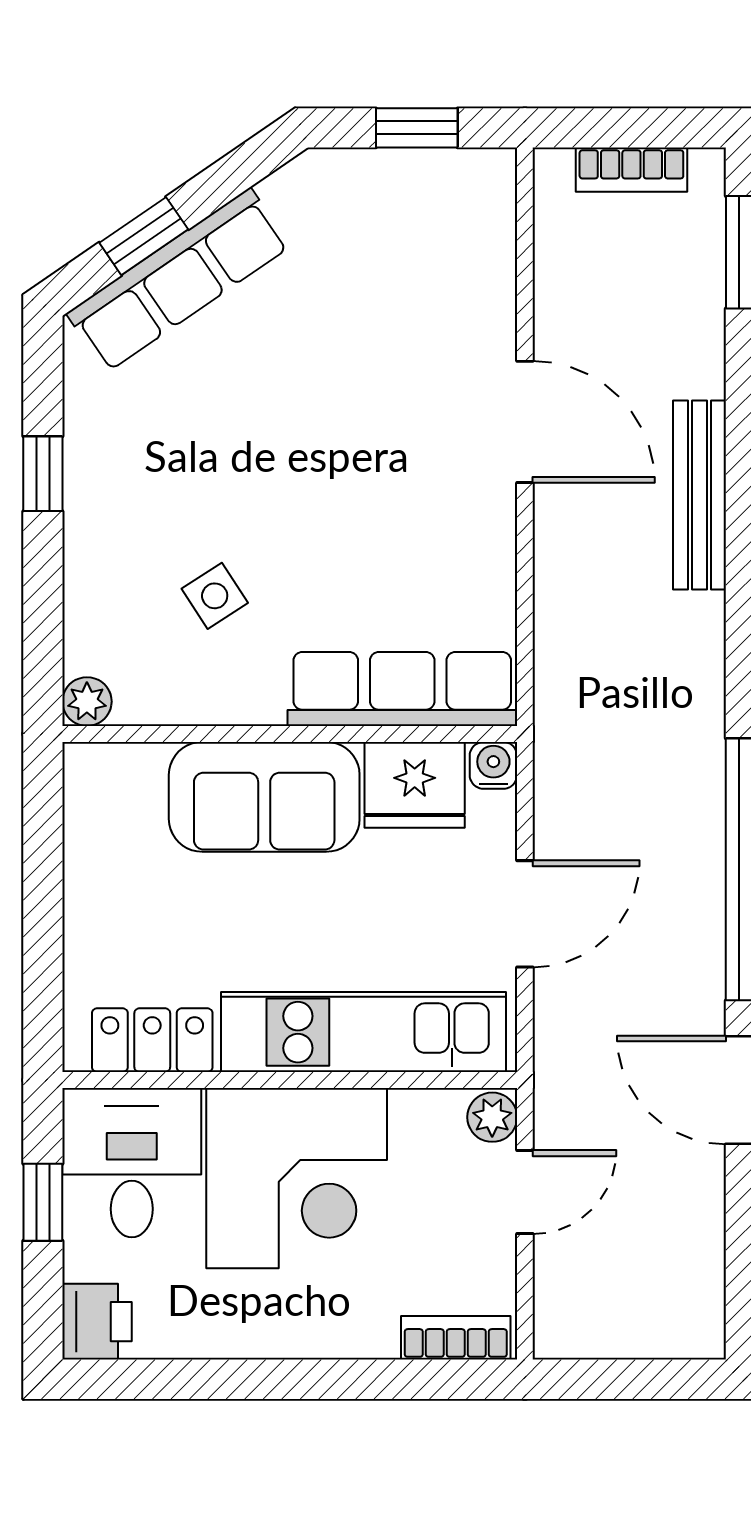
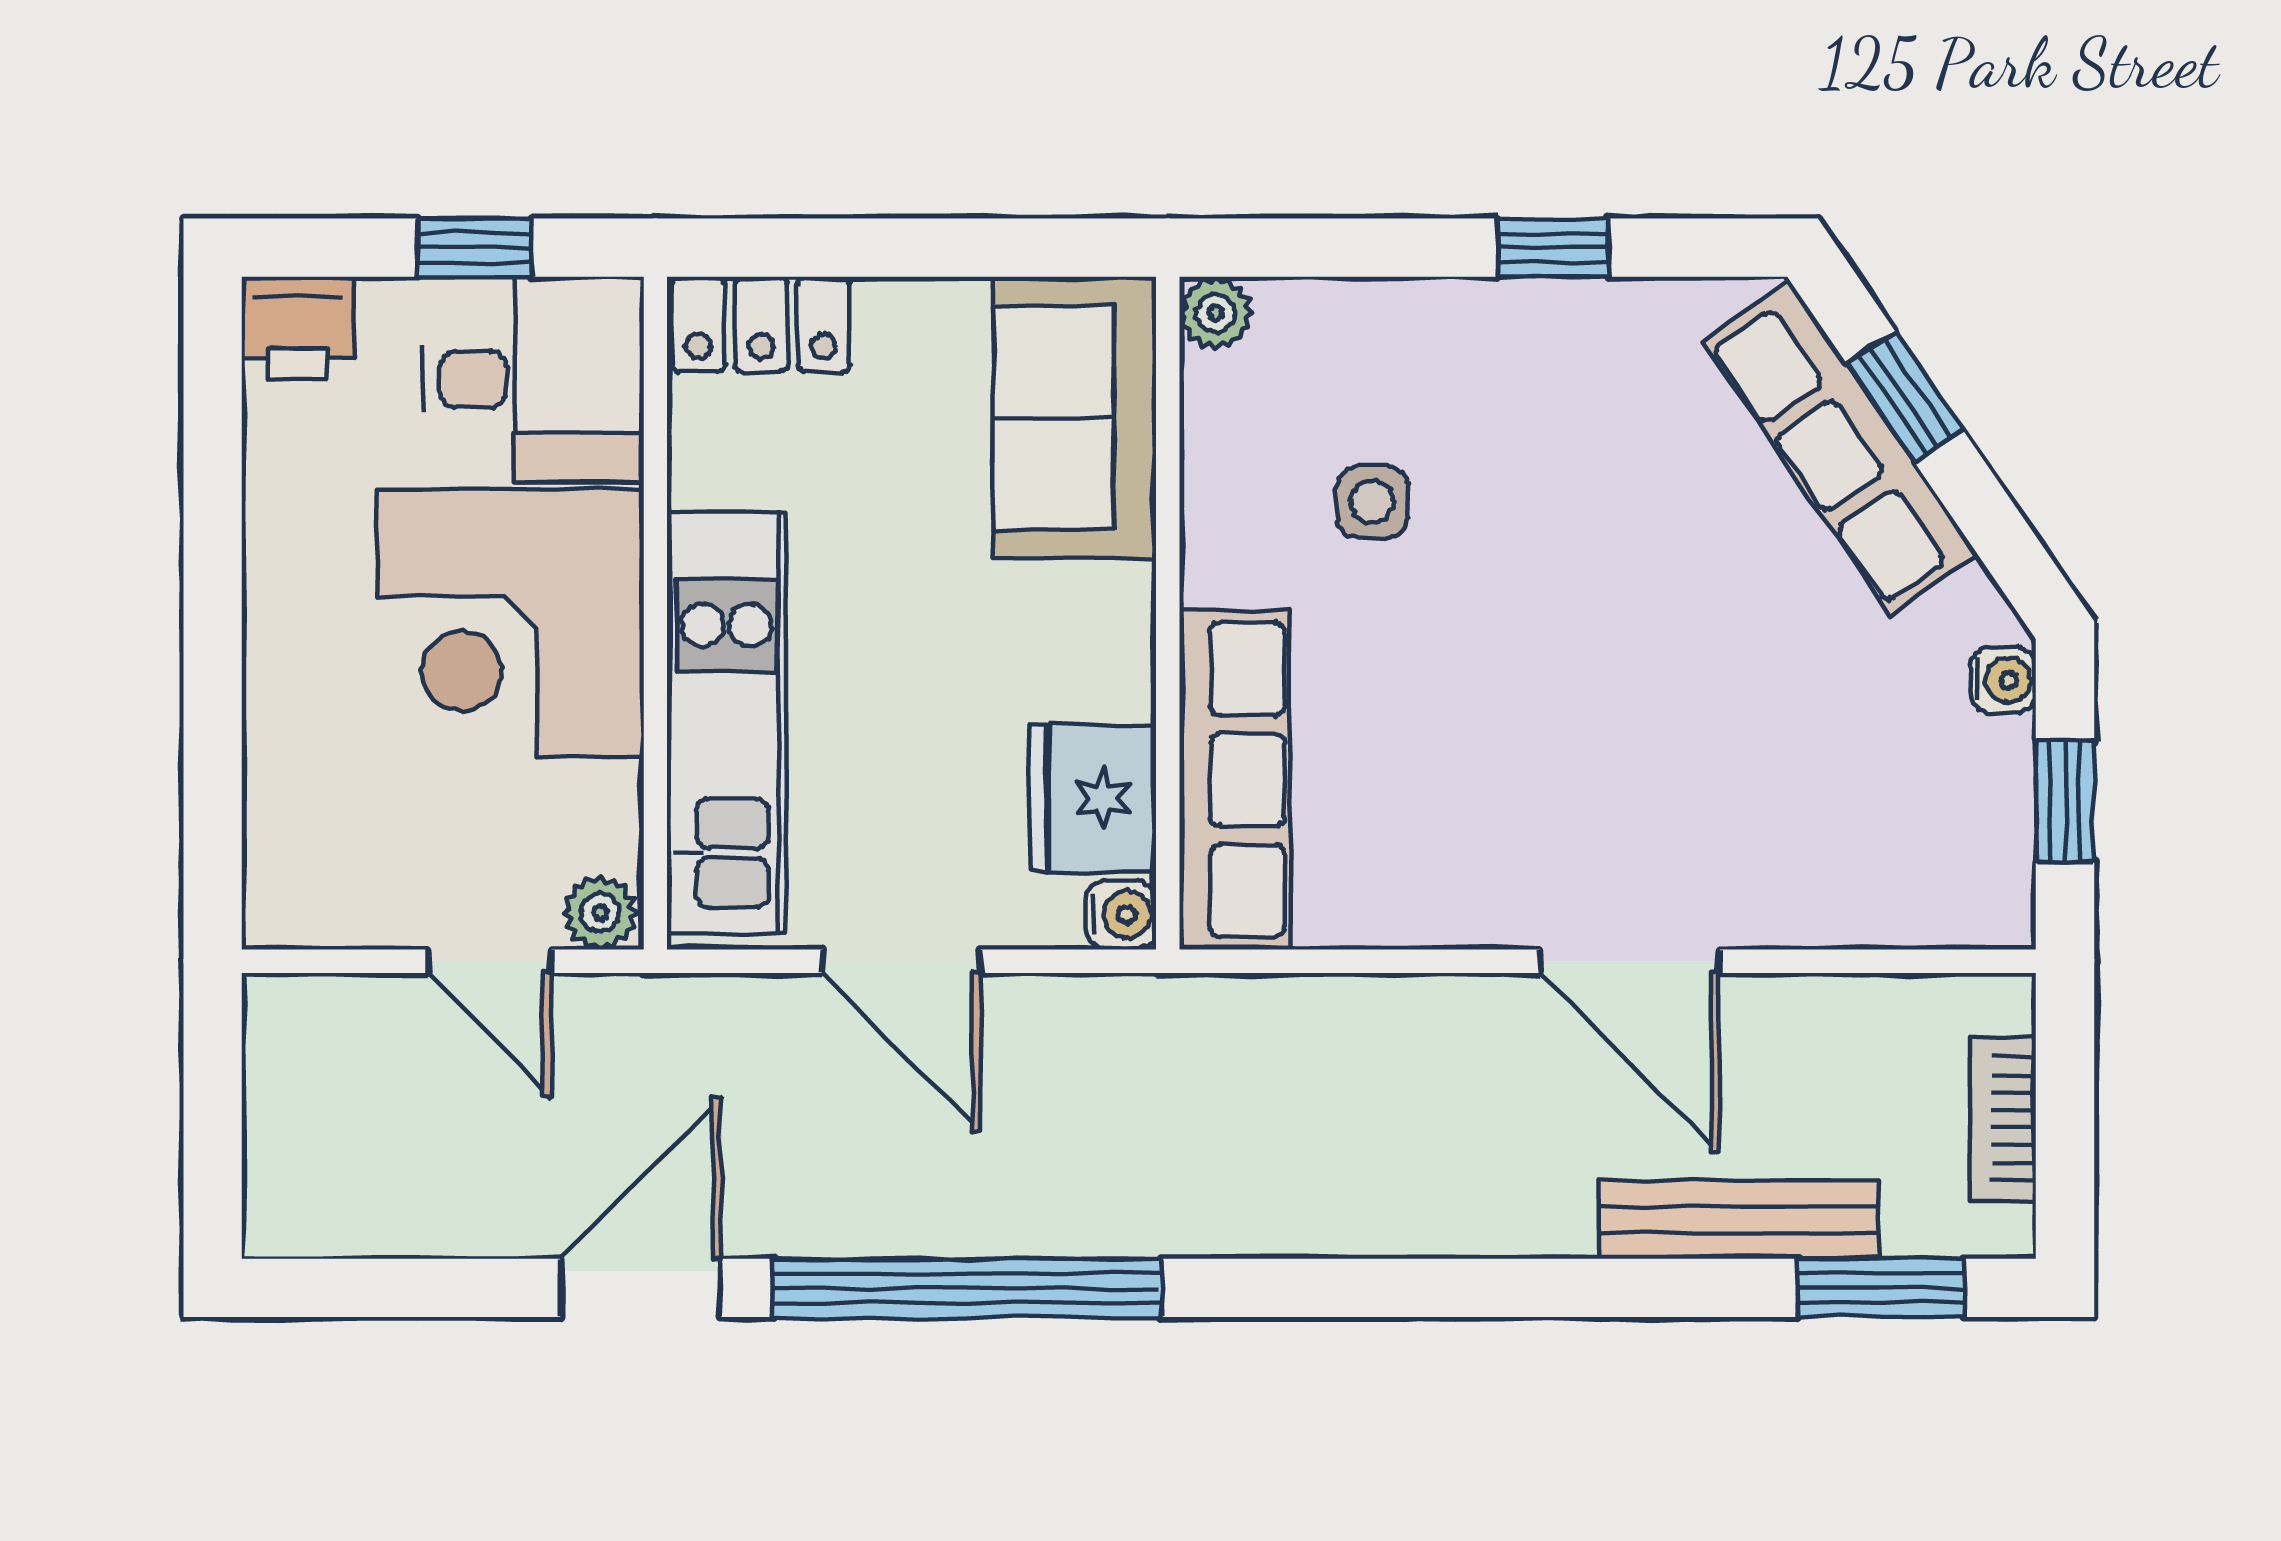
water cooler: (335, 170) -> (2003, 680), added
door: (525, 422) -> (1630, 961), hinge flipped
bench: (700, 495) -> (1739, 1220), moved
side table: (215, 596) -> (1372, 502), turned 33
sofa: (264, 797) -> (1075, 418), moved
locker: (152, 1040) -> (761, 324), moved, turned 90
bookcase: (456, 1338) -> (274, 859), removed

